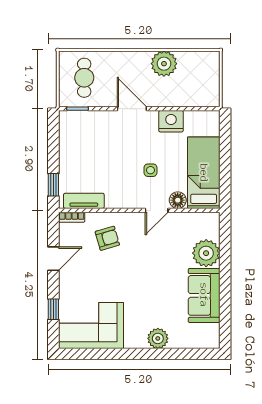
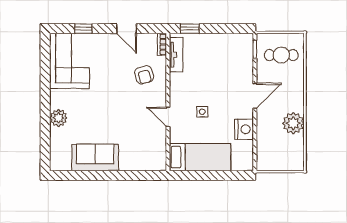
floor lamp: (178, 200) -> (177, 135), removed
plant: (206, 253) -> (131, 159), removed

